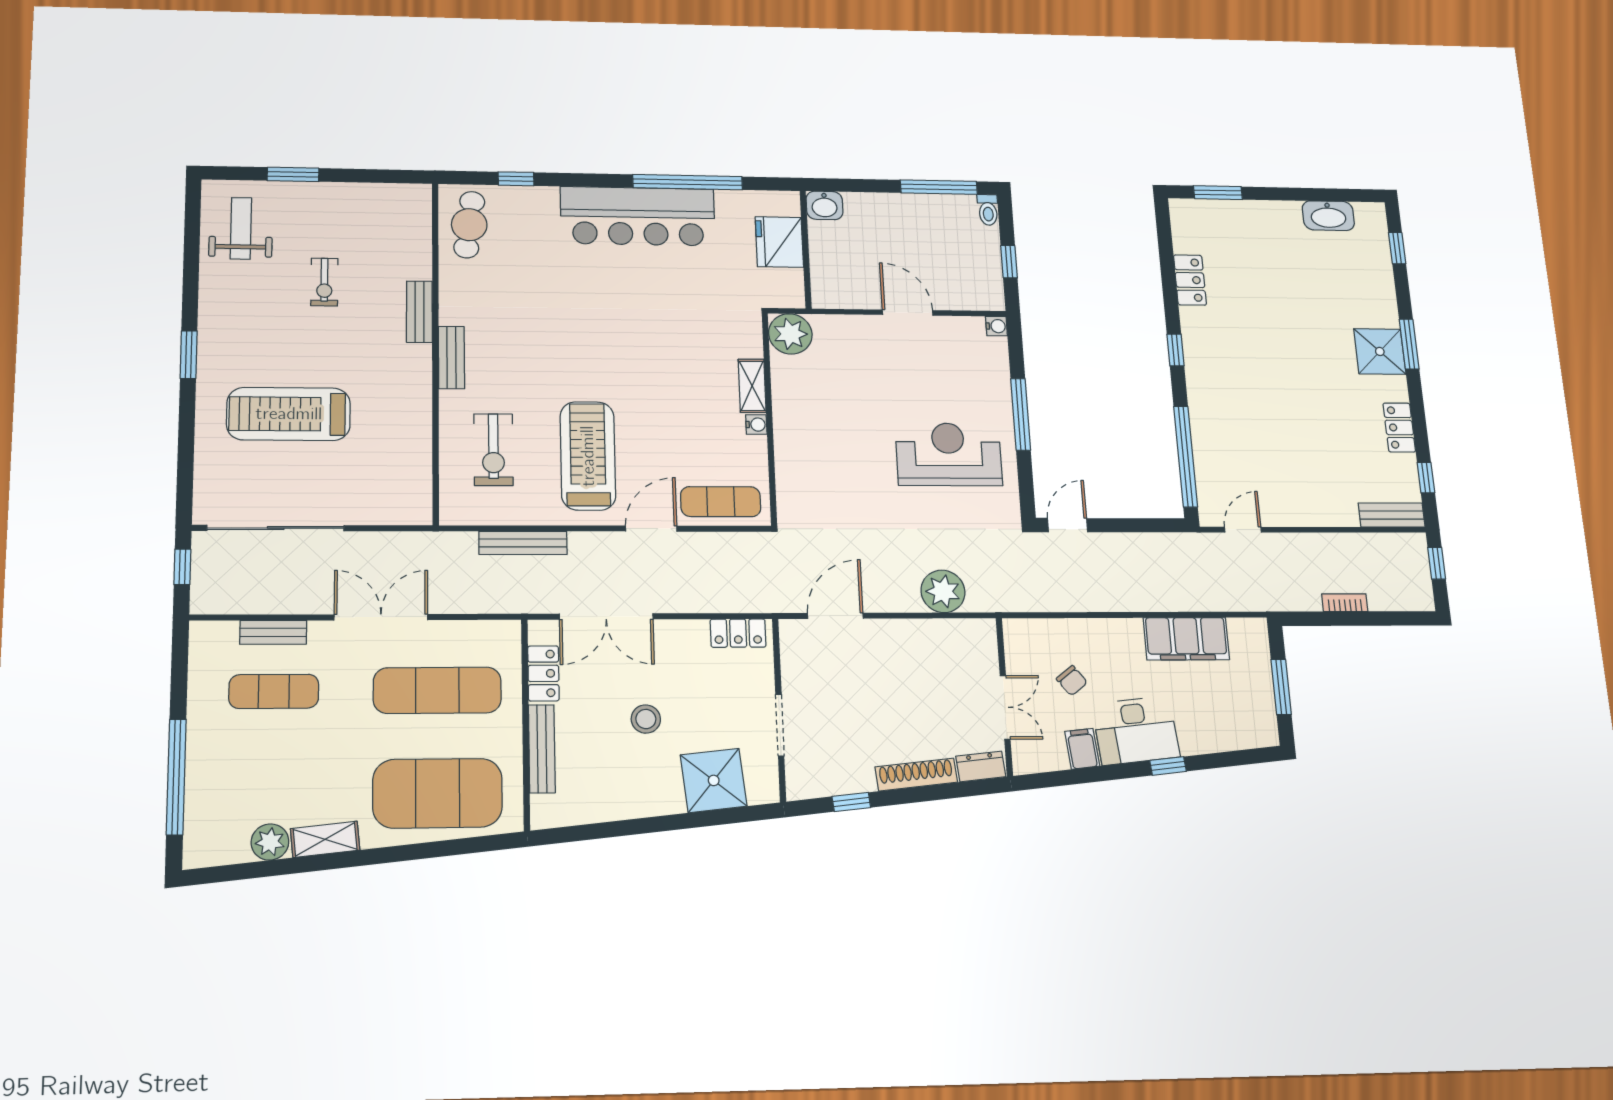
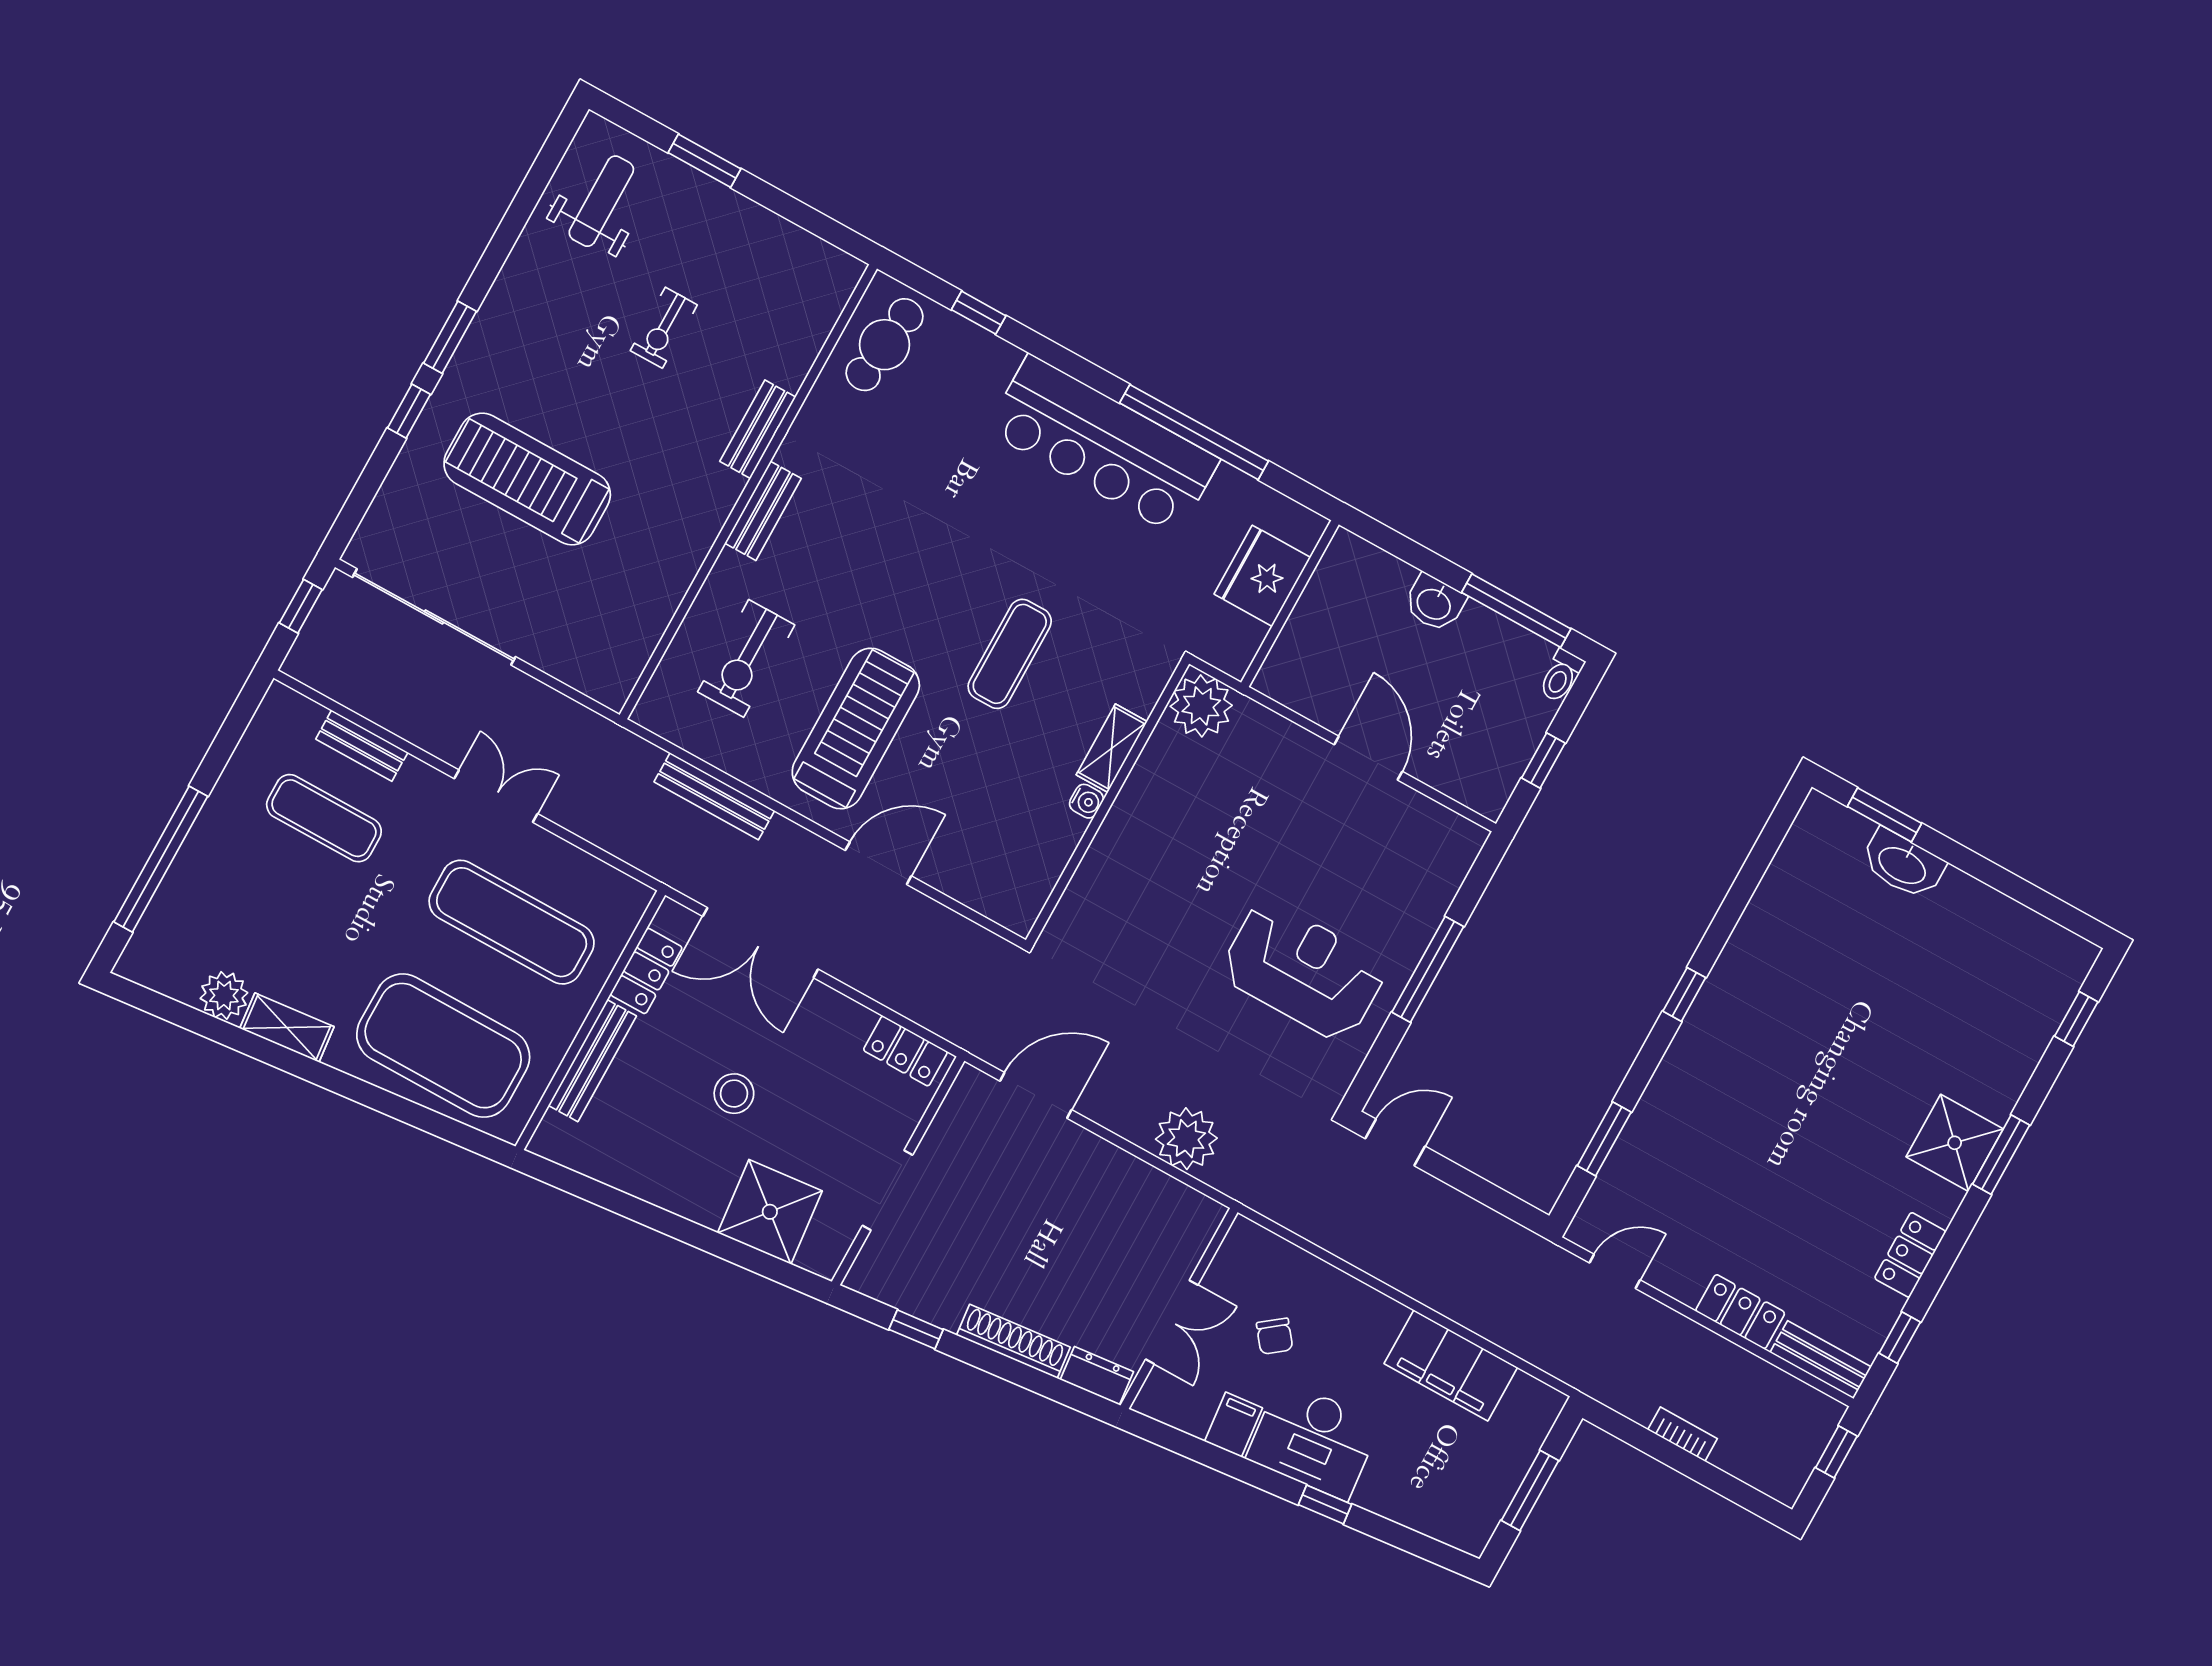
washbasin: (824, 205) -> (1434, 603), moved
washbasin: (1328, 216) -> (1903, 864), moved
locker: (1190, 280) -> (1740, 1312), moved, turned -90
water cooler: (996, 326) -> (1471, 837), removed
window: (187, 412) -> (409, 411), added
window: (1186, 456) -> (1604, 1139), width x0.47
exercise mat: (721, 502) -> (1010, 654), moved, turned 90
double door: (381, 617) -> (496, 796), width x0.73

